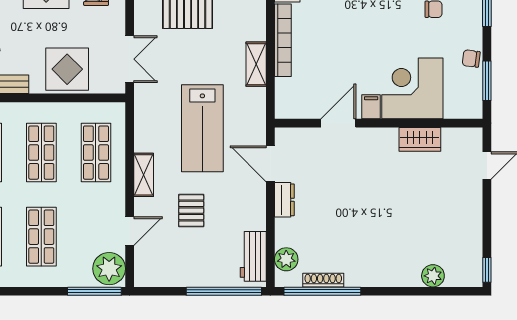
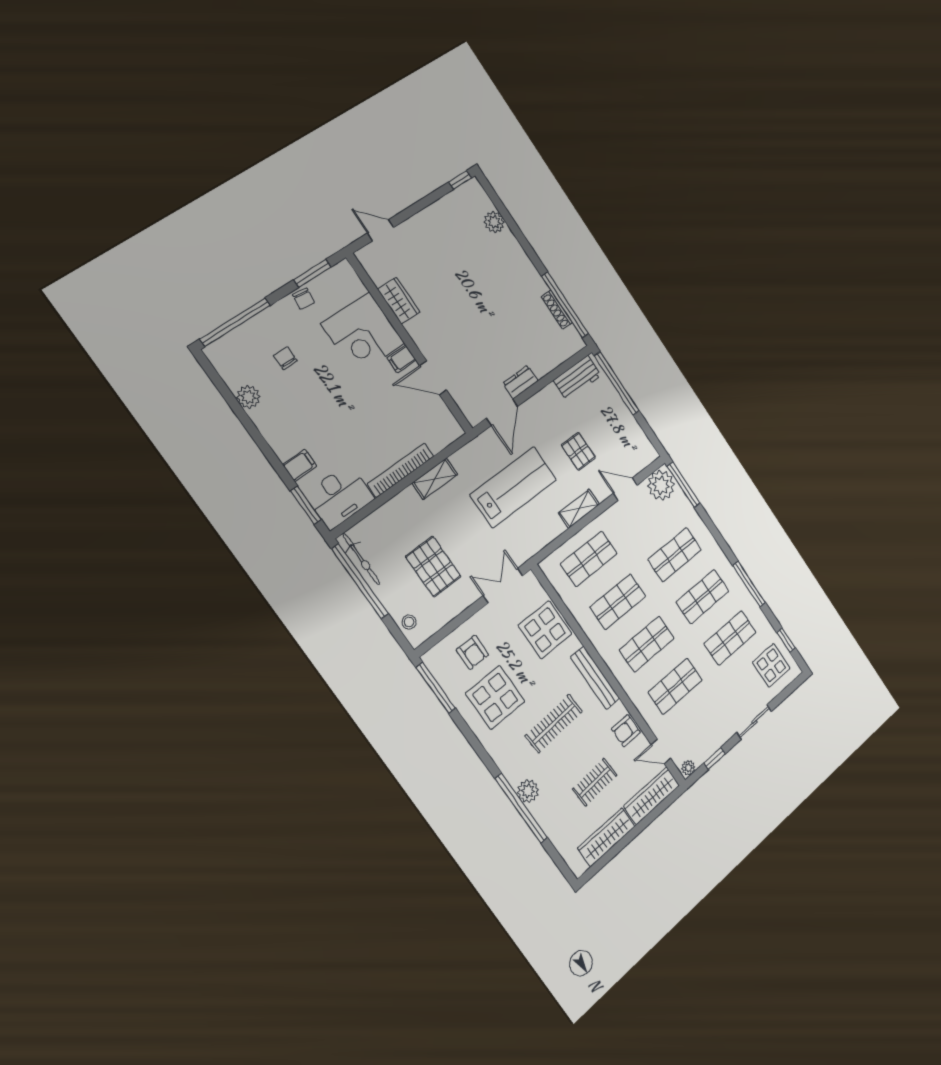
pallet: (191, 211) -> (578, 451), turned 90
plant: (286, 259) -> (562, 350), removed

